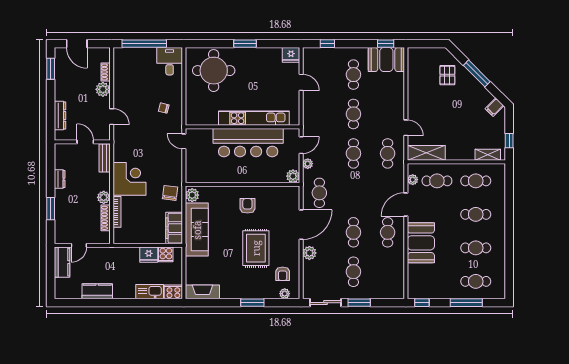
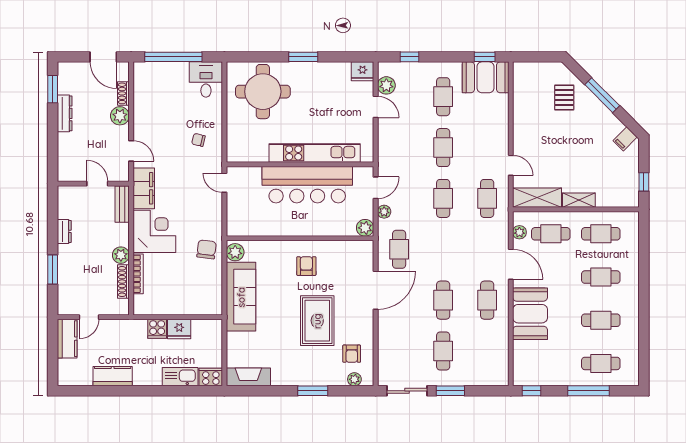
door: (77, 44) -> (103, 57), moved
dresser: (60, 116) -> (65, 113), moved
shelving: (488, 155) -> (579, 200), moved
door: (406, 205) -> (511, 264), swing flipped
filing cabinet: (174, 228) -> (144, 188), moved, turned 180
plant: (309, 253) -> (386, 85), moved
cooker: (166, 254) -> (157, 329), moved

